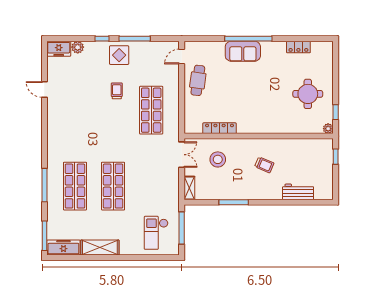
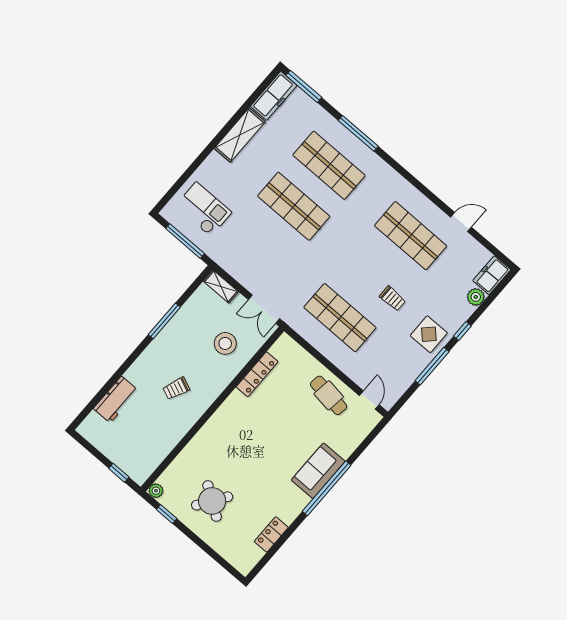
round table: (308, 94) -> (212, 501), turned 34
shop shelf: (75, 110) -> (411, 236), added

